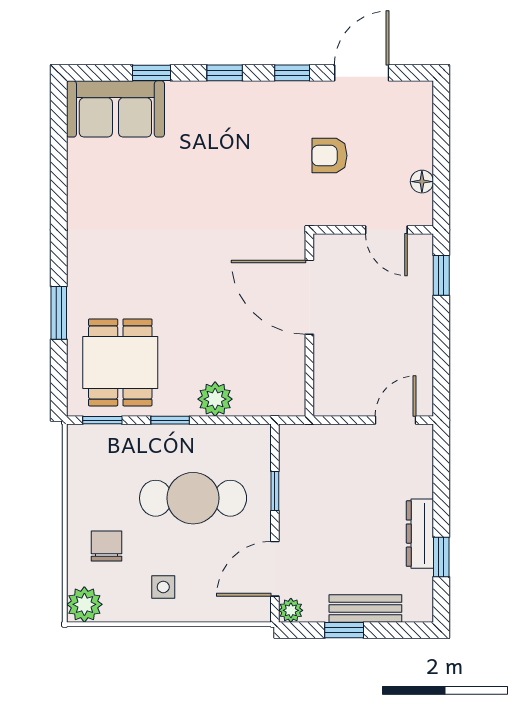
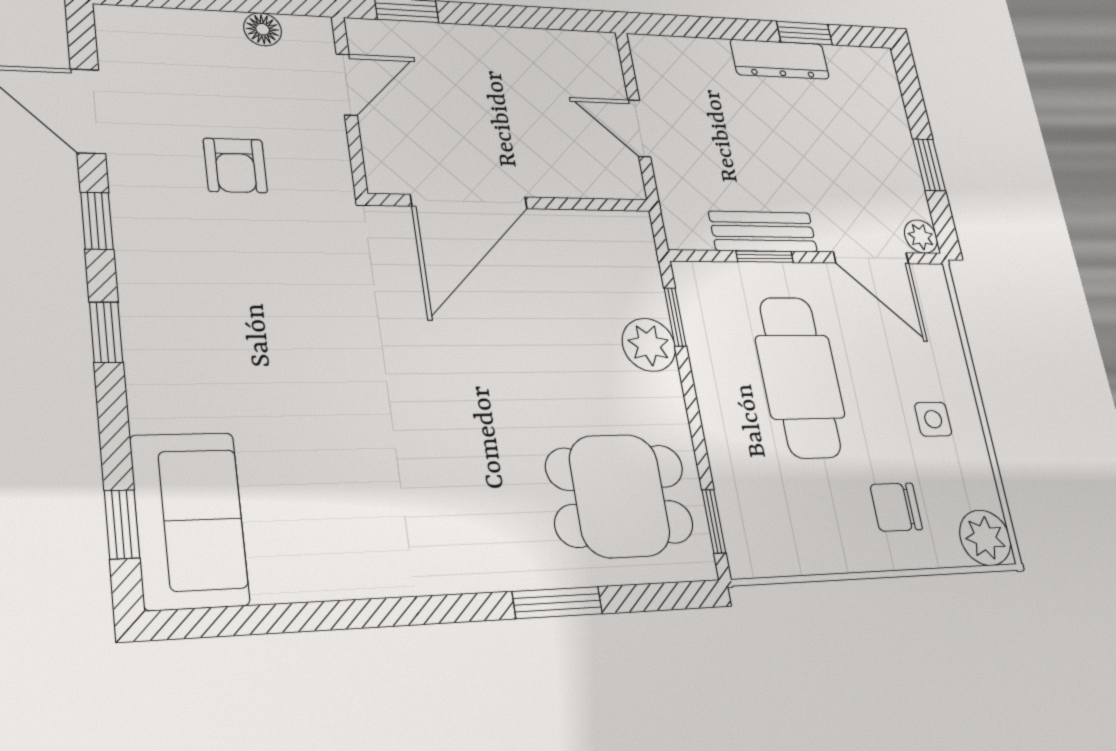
window: (152, 73) -> (122, 524), moved
window: (170, 420) -> (675, 317), moved
door: (395, 420) -> (639, 128), moved
bench: (365, 609) -> (763, 231), moved, turned 90

